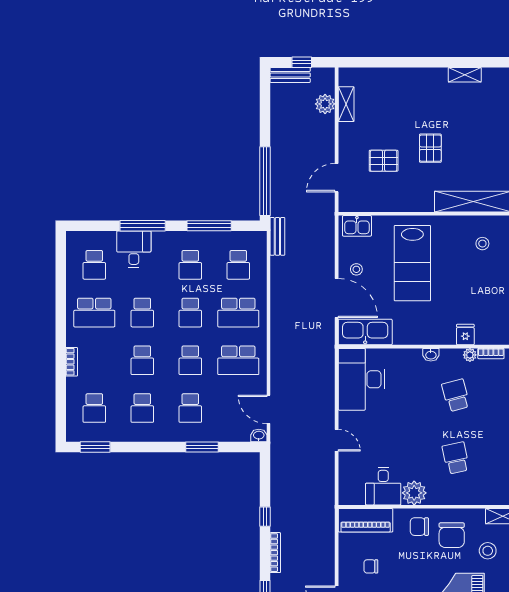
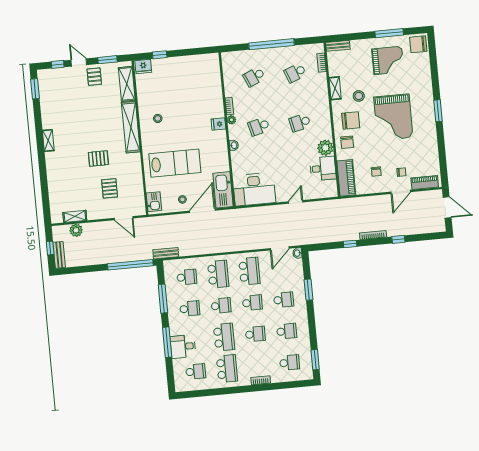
school desk: (142, 313) -> (224, 337), width x1.85

